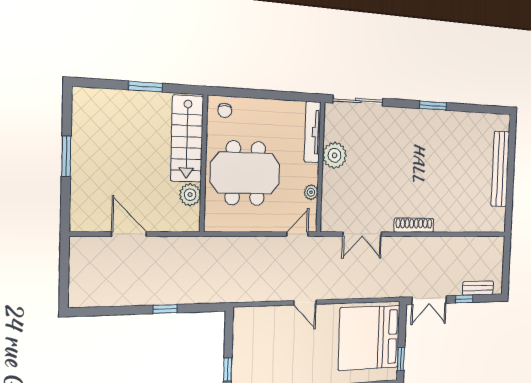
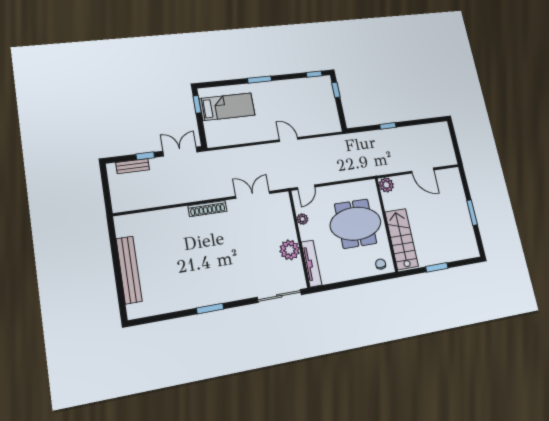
plant: (190, 195) -> (386, 185), moved
bed: (369, 338) -> (227, 107), width x0.49

